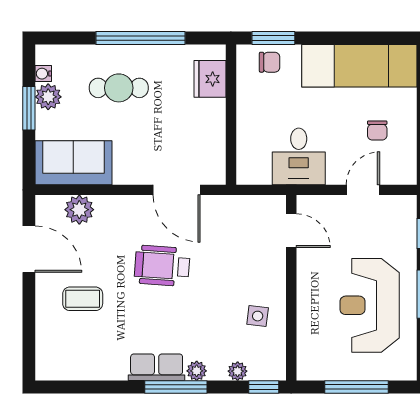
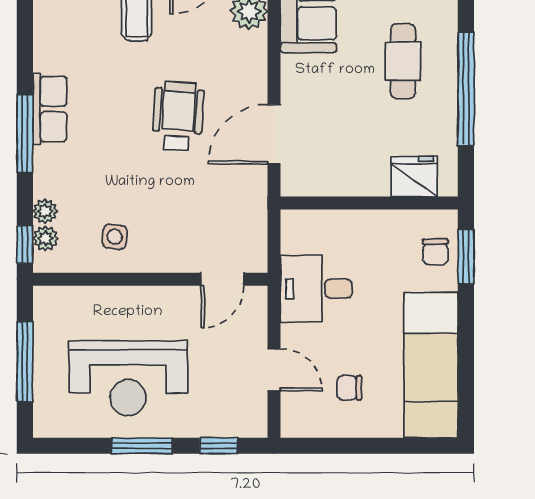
reception desk: (370, 305) -> (128, 378), turned 180
plant: (197, 371) -> (45, 238), moved

